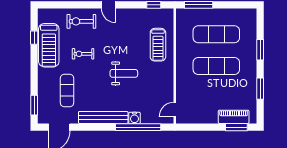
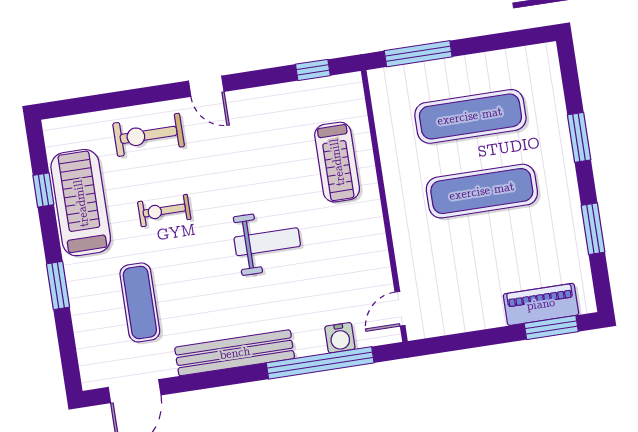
treadmill: (49, 45) -> (81, 203), turned 180
window: (34, 105) -> (58, 286), moved
water cooler: (134, 118) -> (340, 338), moved

